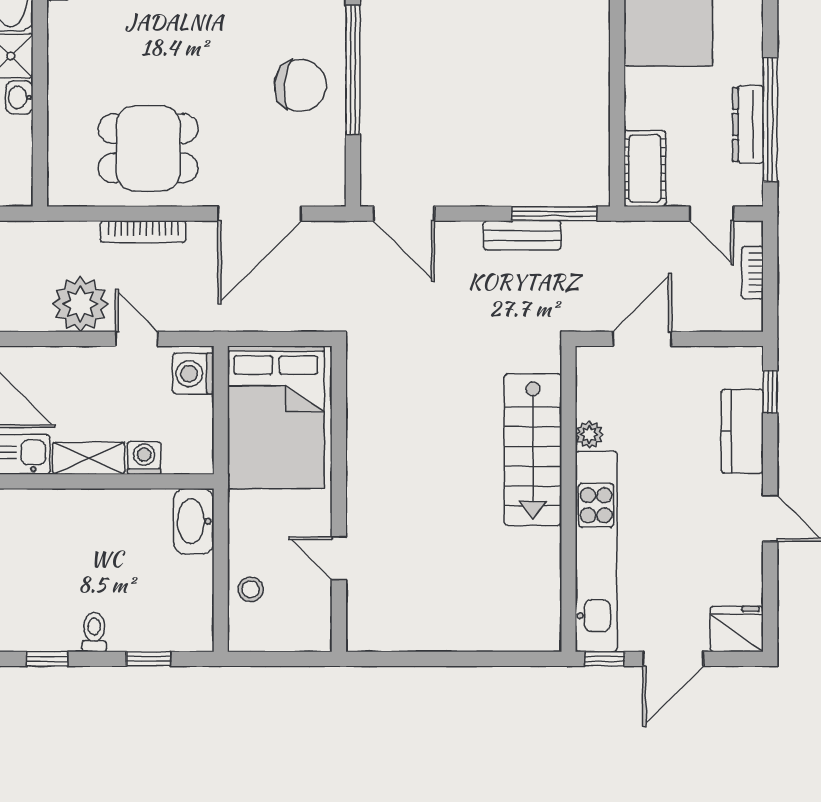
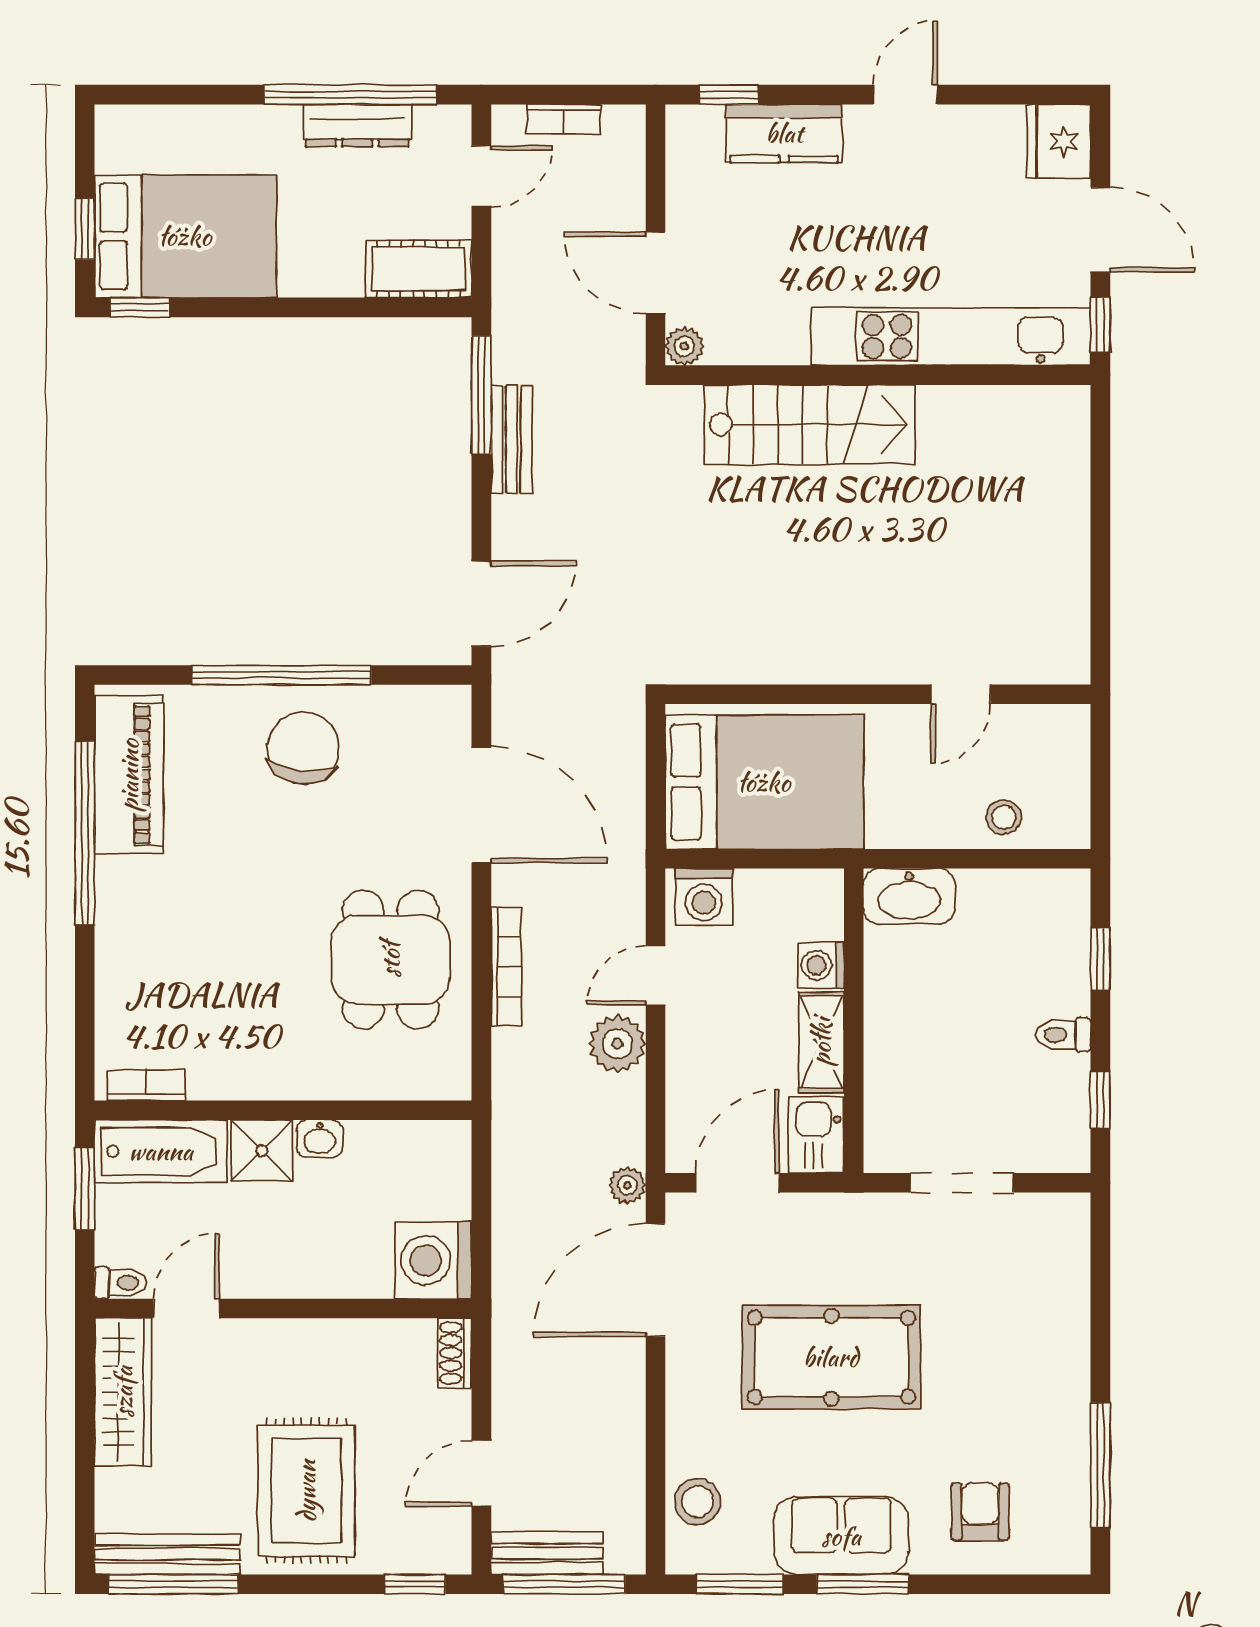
plant: (80, 304) -> (617, 1044), width x0.73, depth x0.73
plant: (589, 435) -> (684, 346), moved

